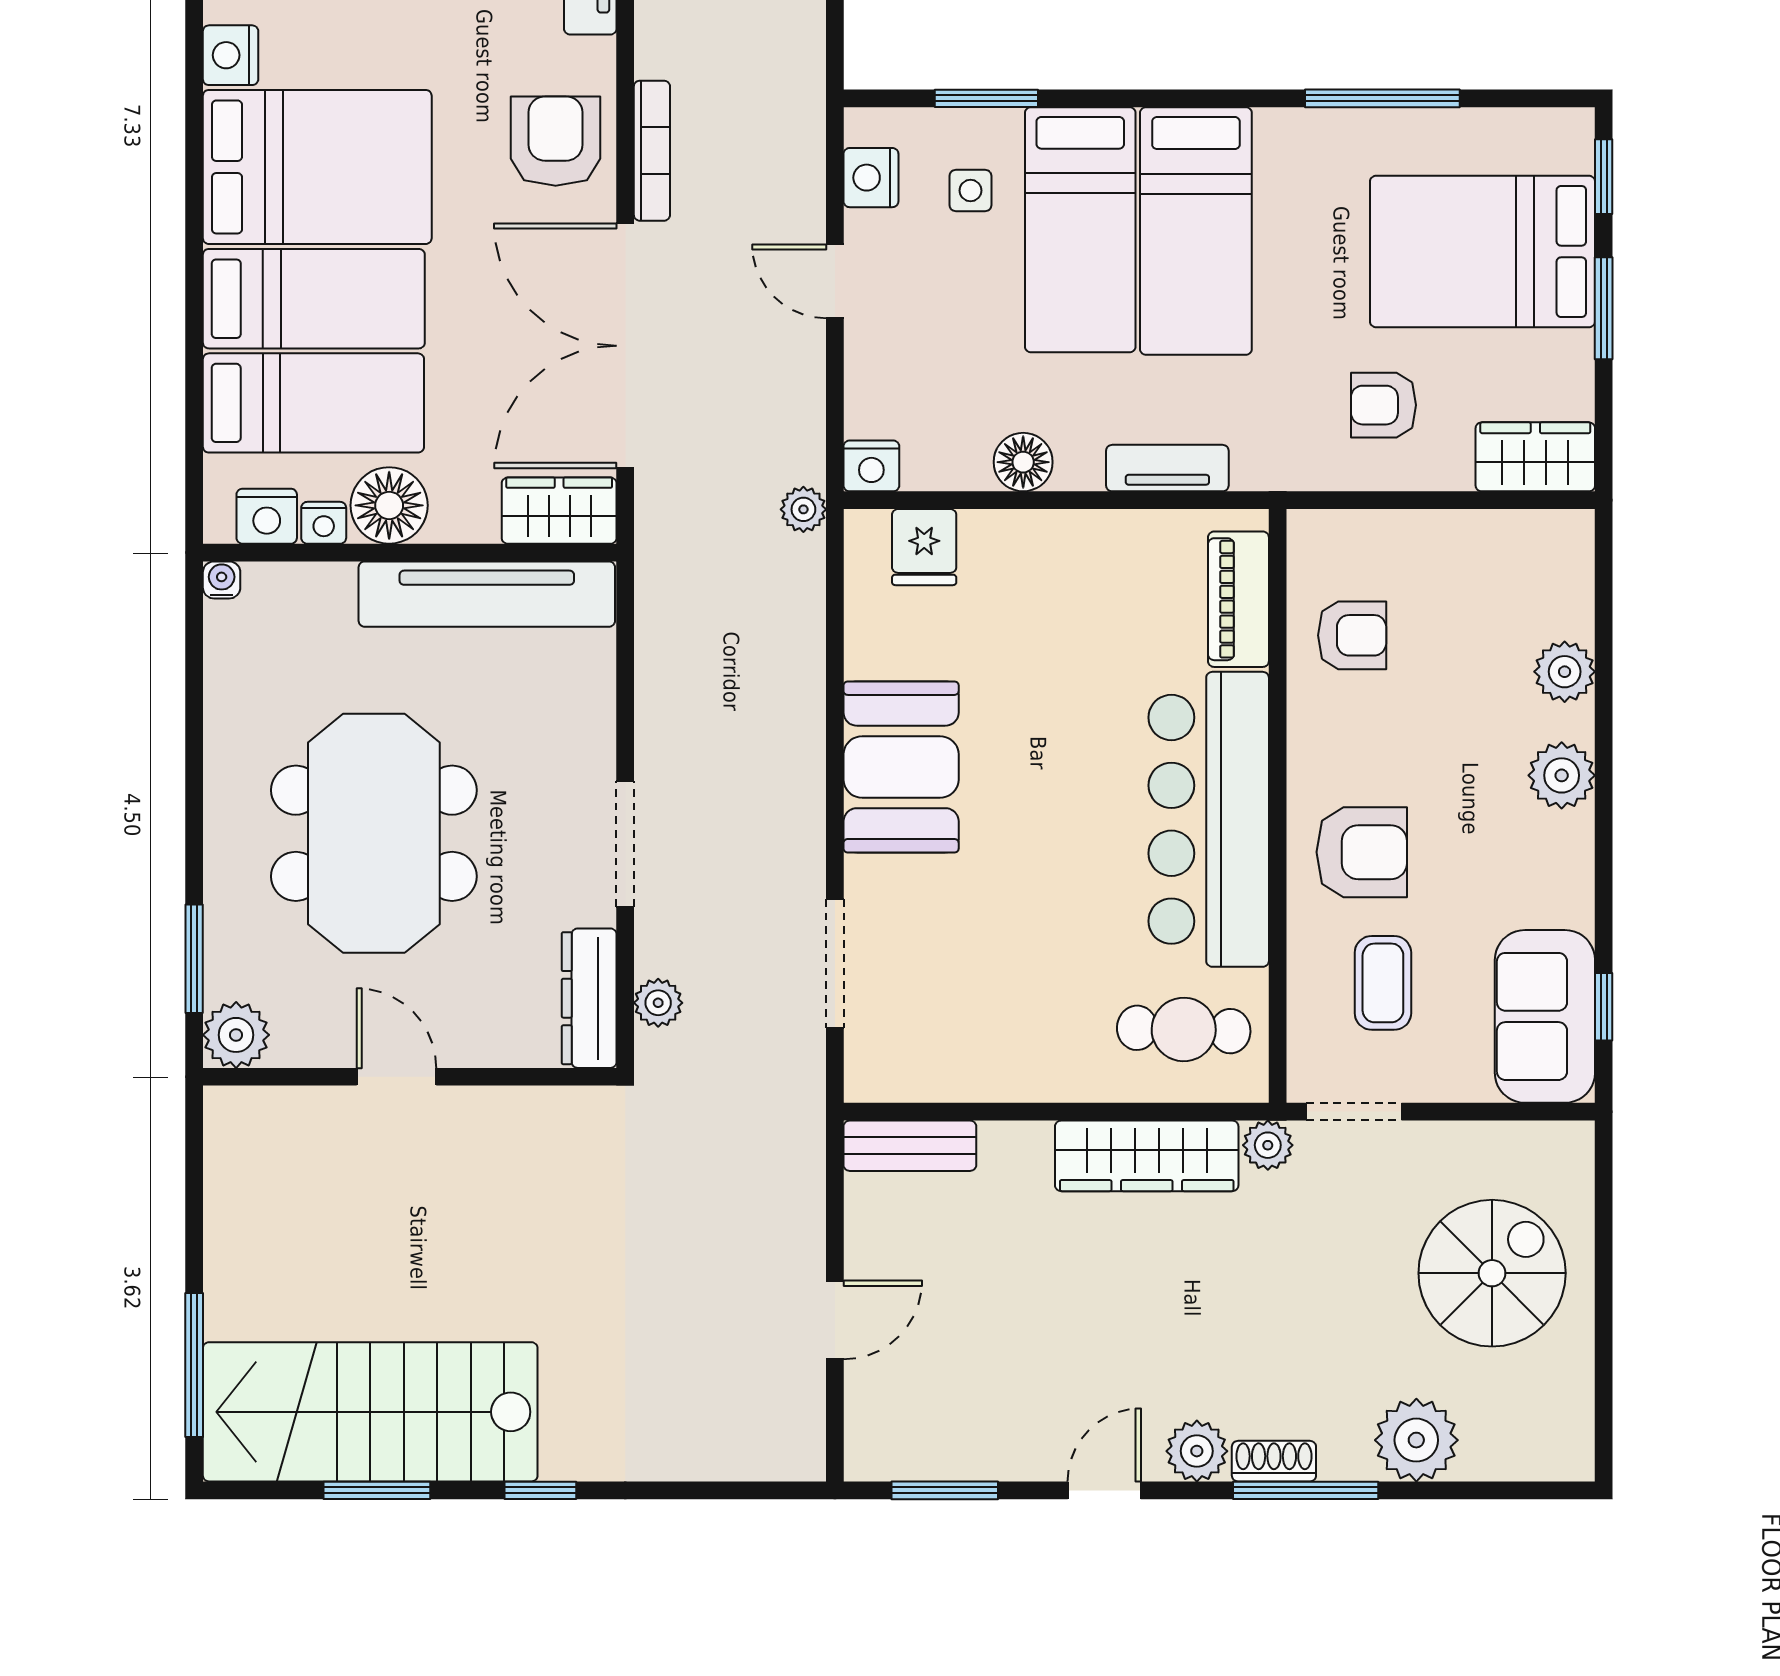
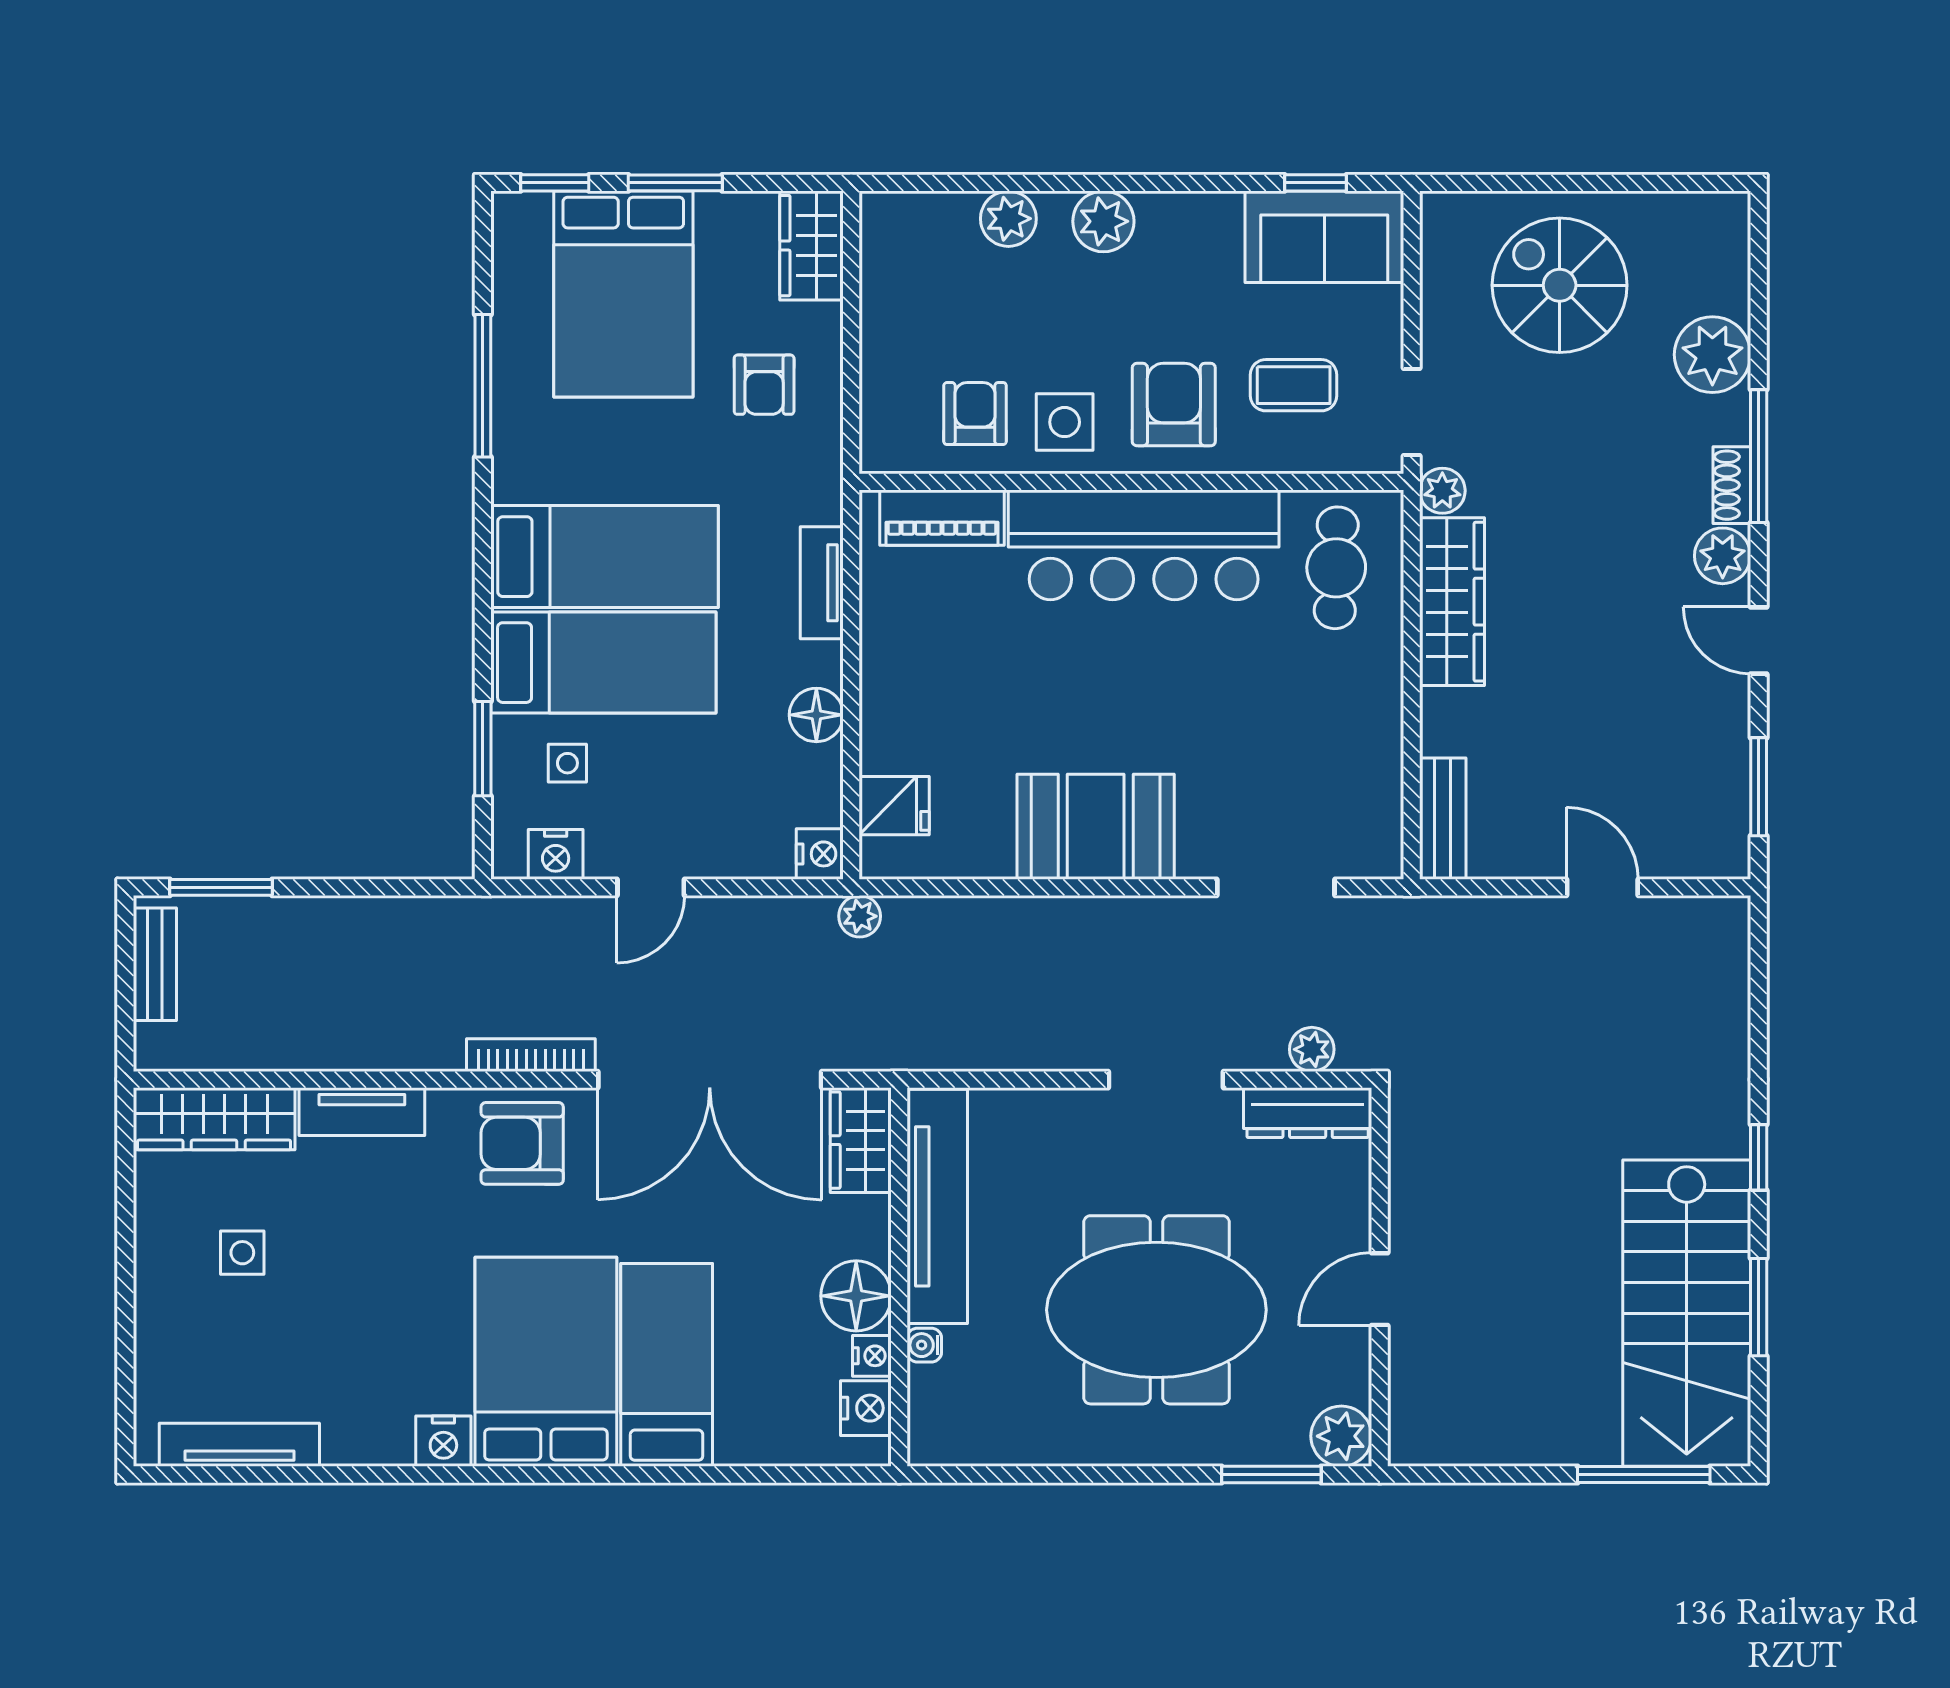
bed: (313, 403) -> (762, 1365), removed
water cooler: (222, 580) -> (924, 1345), moved
side table: (1343, 733) -> (1065, 422), added

